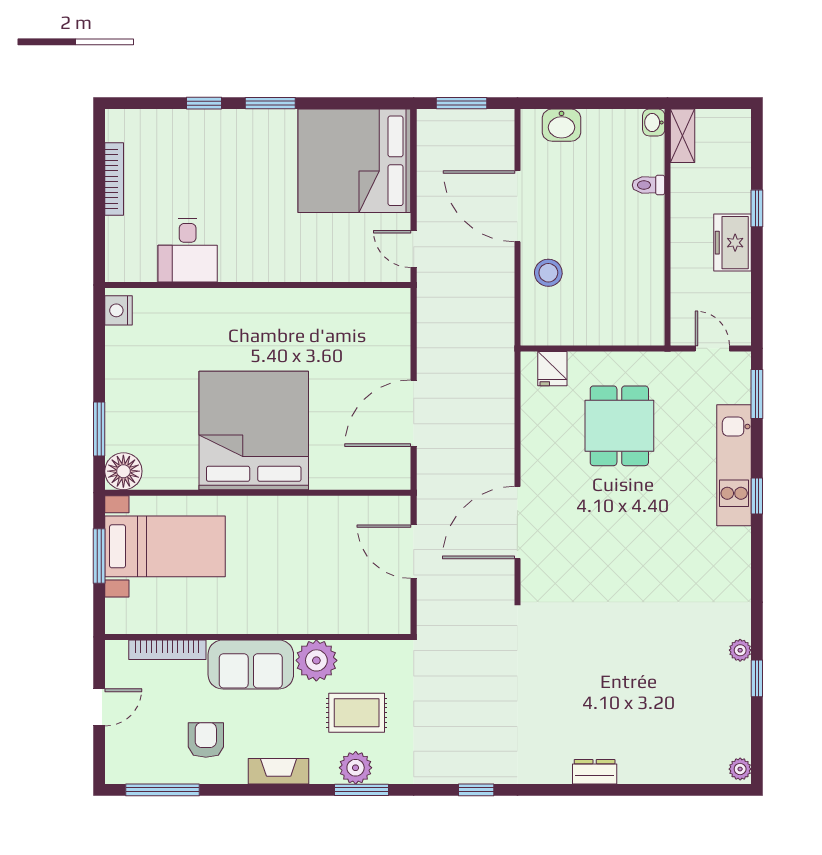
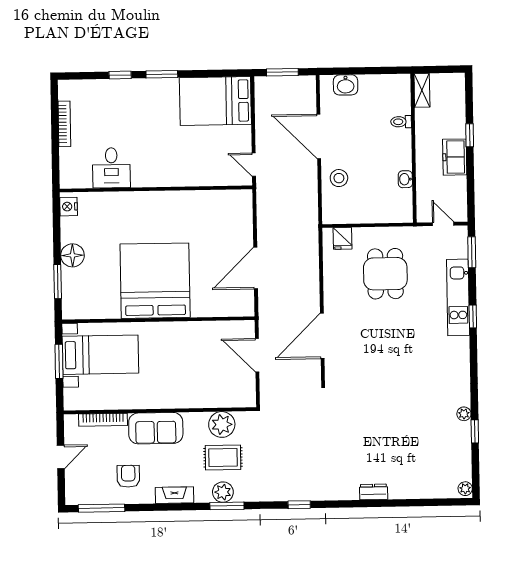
washbasin: (654, 122) -> (405, 179), moved
bed: (354, 161) -> (215, 101), width x0.73
floor lamp: (123, 471) -> (72, 255), moved
plant: (316, 660) -> (222, 424), moved

